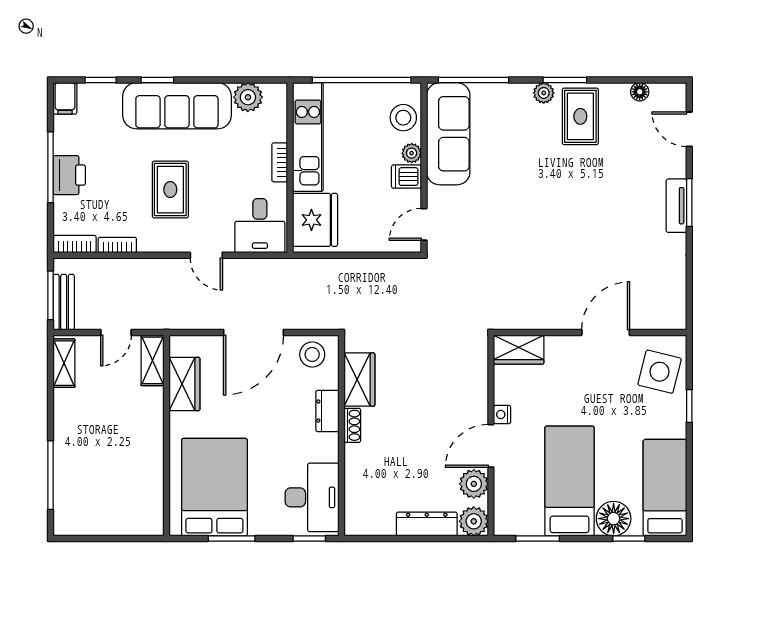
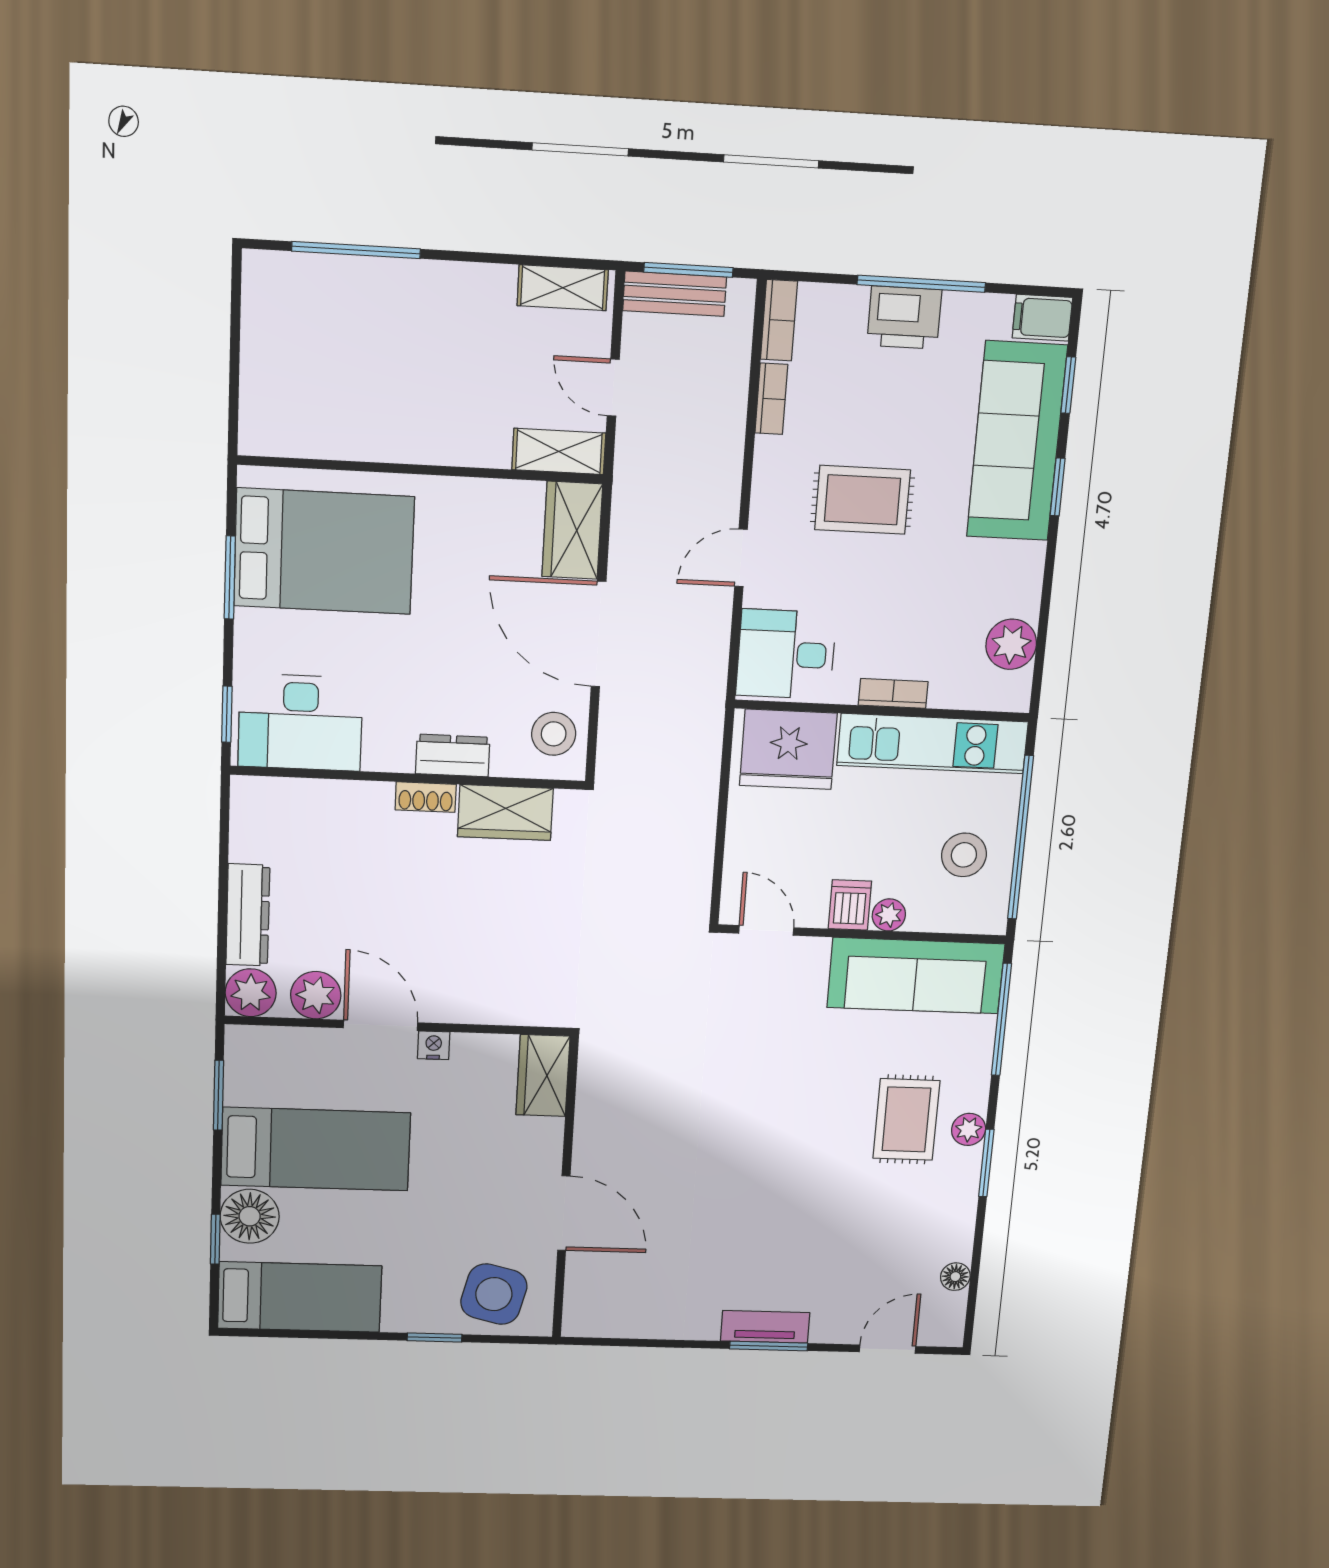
sofa: (177, 106) -> (1017, 441), moved
rug: (580, 116) -> (906, 1119), moved, turned 90
stool: (403, 118) -> (964, 855), moved
wardrobe: (184, 384) -> (572, 530), moved, turned 90

